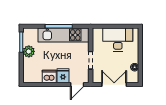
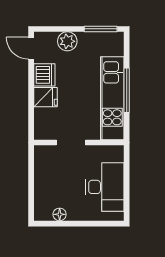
plant: (29, 51) -> (67, 41), moved
door: (77, 85) -> (31, 48), moved
double door: (114, 85) -> (31, 181), removed

